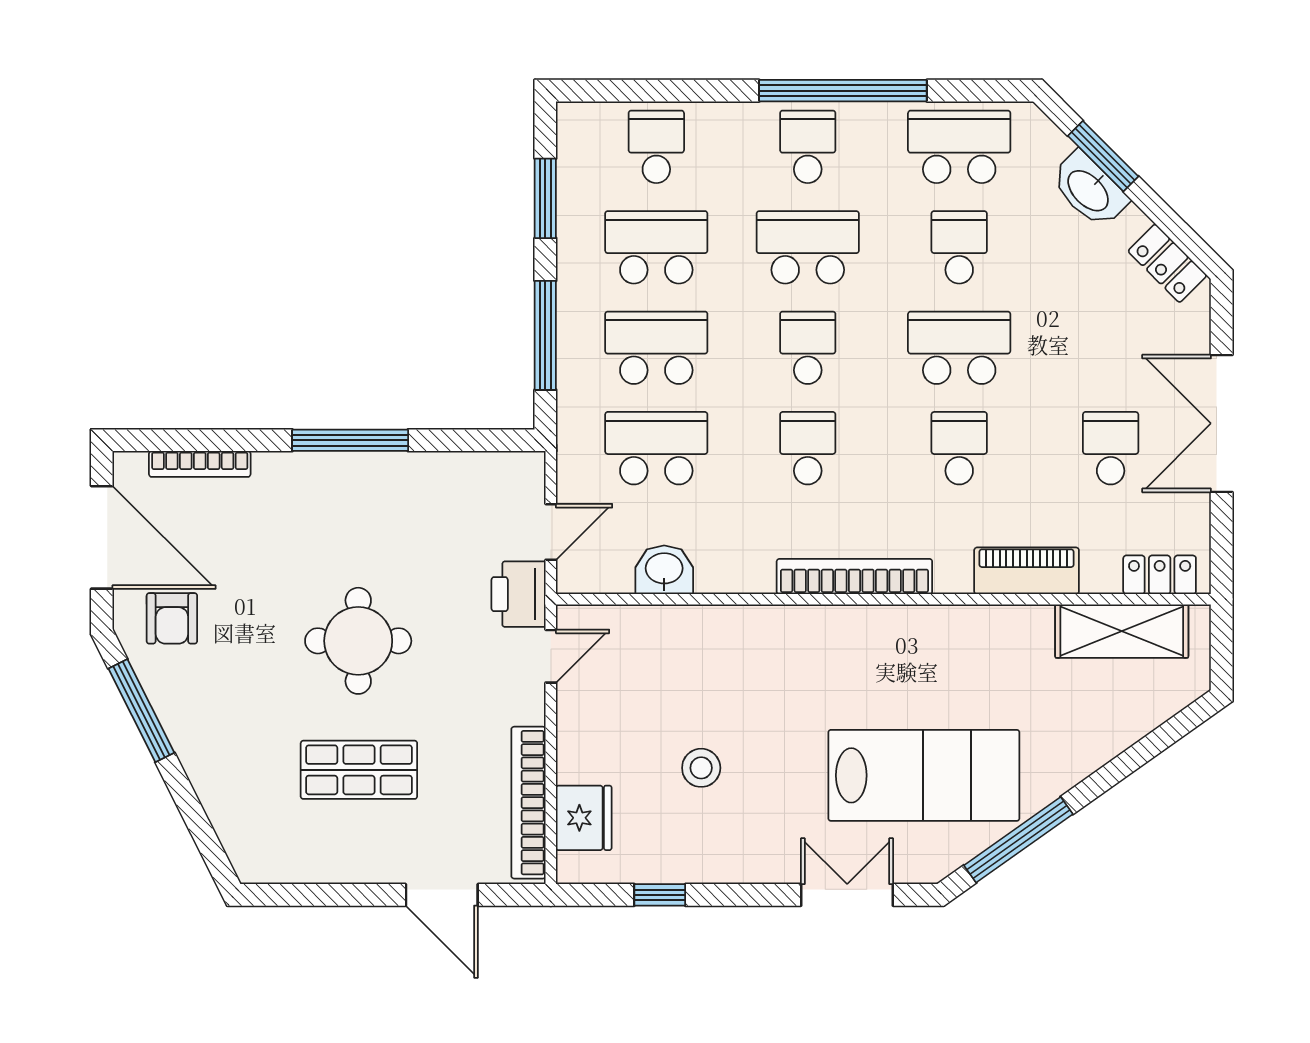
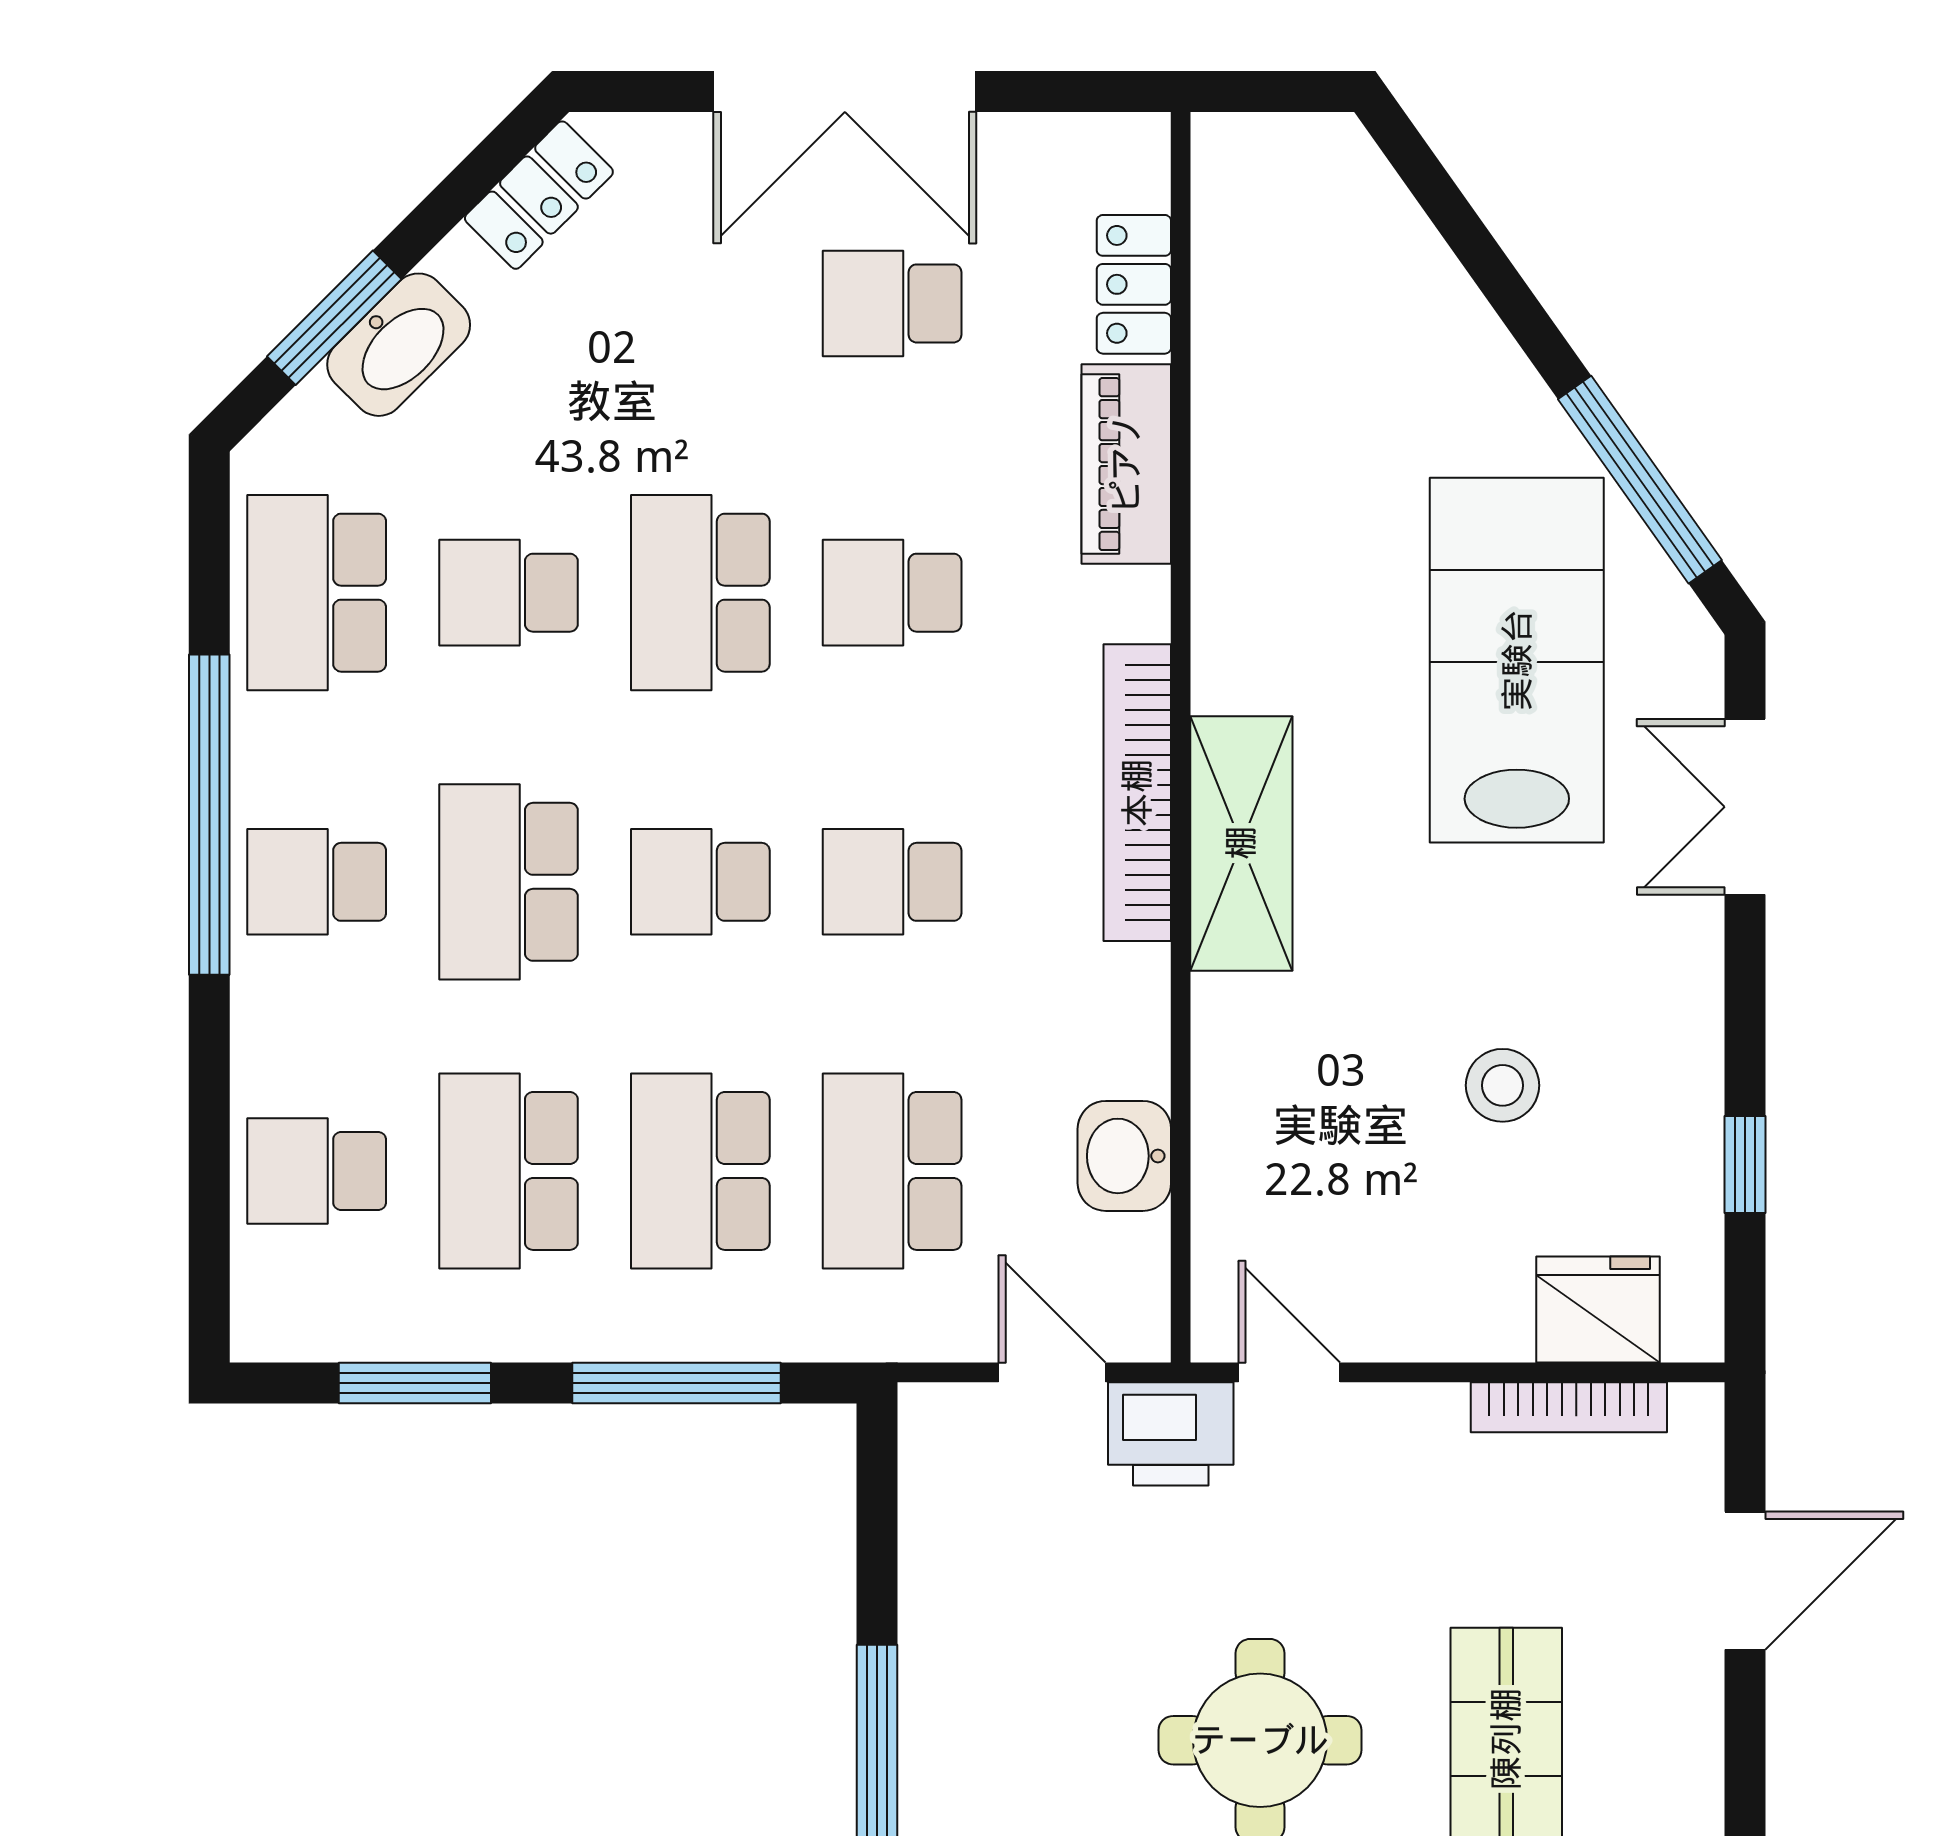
locker: (1160, 575) -> (1134, 284), moved
shelving: (1122, 631) -> (1241, 843), moved
bookcase: (528, 803) -> (1569, 1407), width x0.68, depth x0.76

